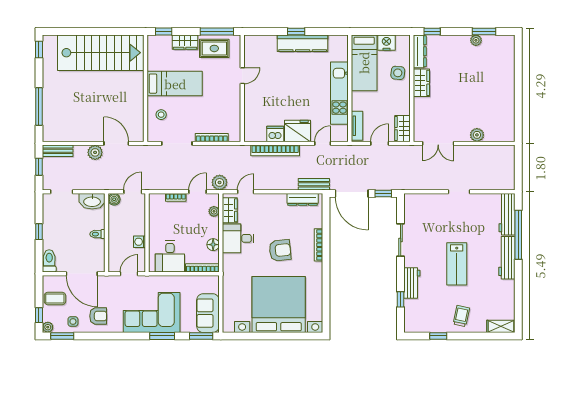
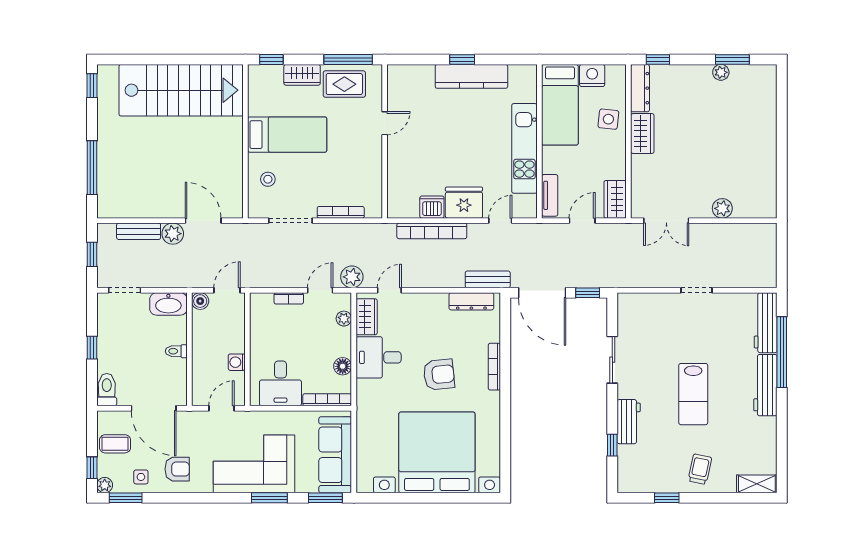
bench: (58, 151) -> (139, 231), moved
sofa: (208, 313) -> (335, 455), width x1.36

